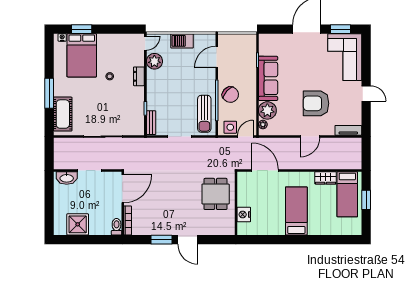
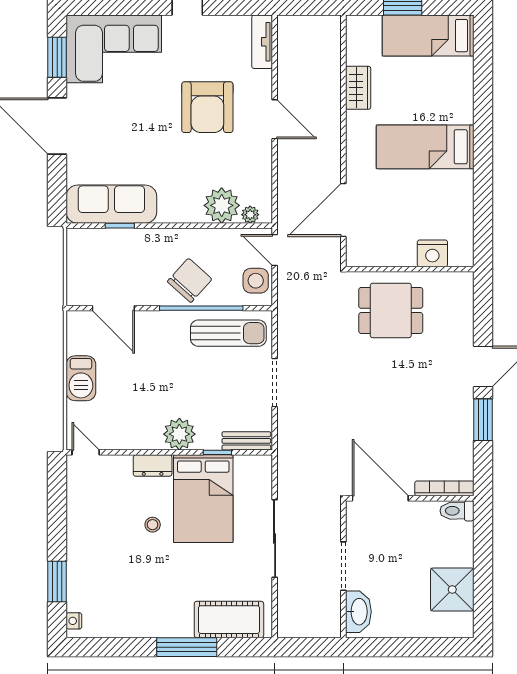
bed: (82, 55) -> (203, 499), moved, turned 90
plant: (154, 61) -> (179, 434), moved
sofa: (268, 78) -> (111, 204), moved
bed: (347, 194) -> (428, 36), moved, turned 180

